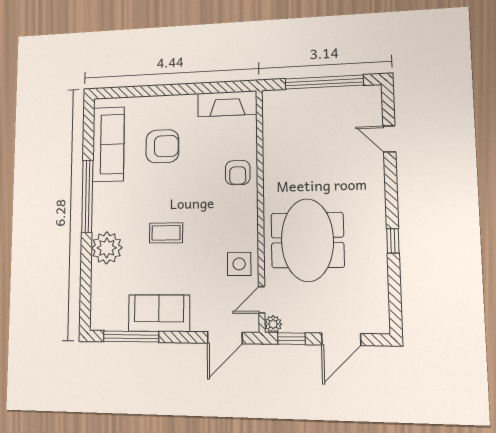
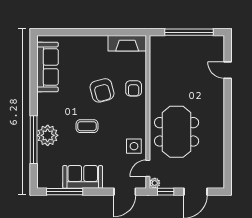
armchair: (162, 146) -> (102, 90), moved, turned 75
window: (87, 196) -> (34, 140), moved
window: (393, 241) -> (228, 133), removed

